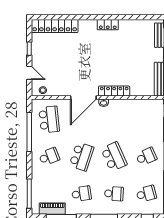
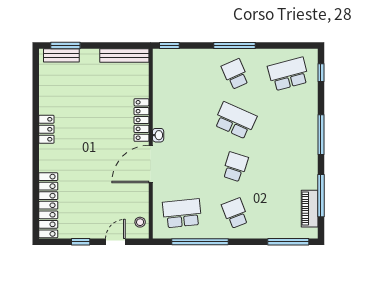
door: (83, 98) -> (151, 164), swing flipped
school desk: (81, 157) -> (235, 167), width x0.54
school desk: (114, 157) -> (235, 120), turned 48
school desk: (81, 194) -> (288, 167), removed
school desk: (114, 194) -> (288, 120), removed
school desk: (146, 194) -> (288, 74), width x1.85

